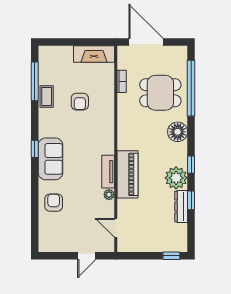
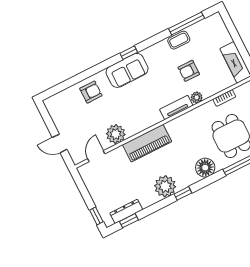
plant: (108, 107) -> (197, 97), added
tv unit: (108, 172) -> (176, 107), moved
plant: (109, 195) -> (116, 134), width x1.87, depth x1.87
window: (191, 200) -> (129, 221), moved
dresser: (181, 206) -> (126, 211), moved

